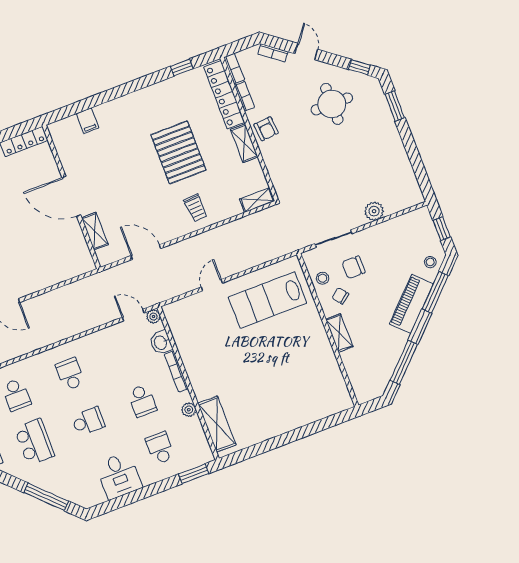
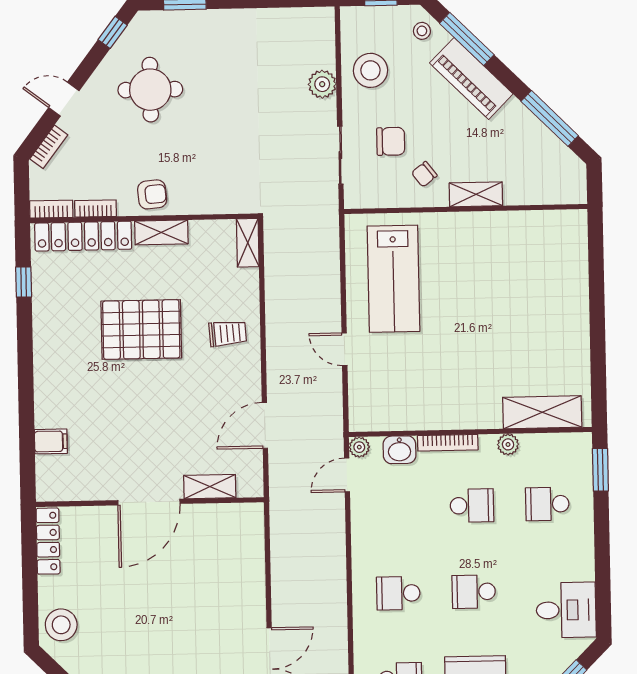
chair: (353, 267) -> (391, 141), turned -90
stool: (322, 278) -> (370, 70), moved, width x1.89, depth x1.89
school desk: (88, 421) -> (474, 592), turned -90
desk: (119, 476) -> (566, 610), moved

